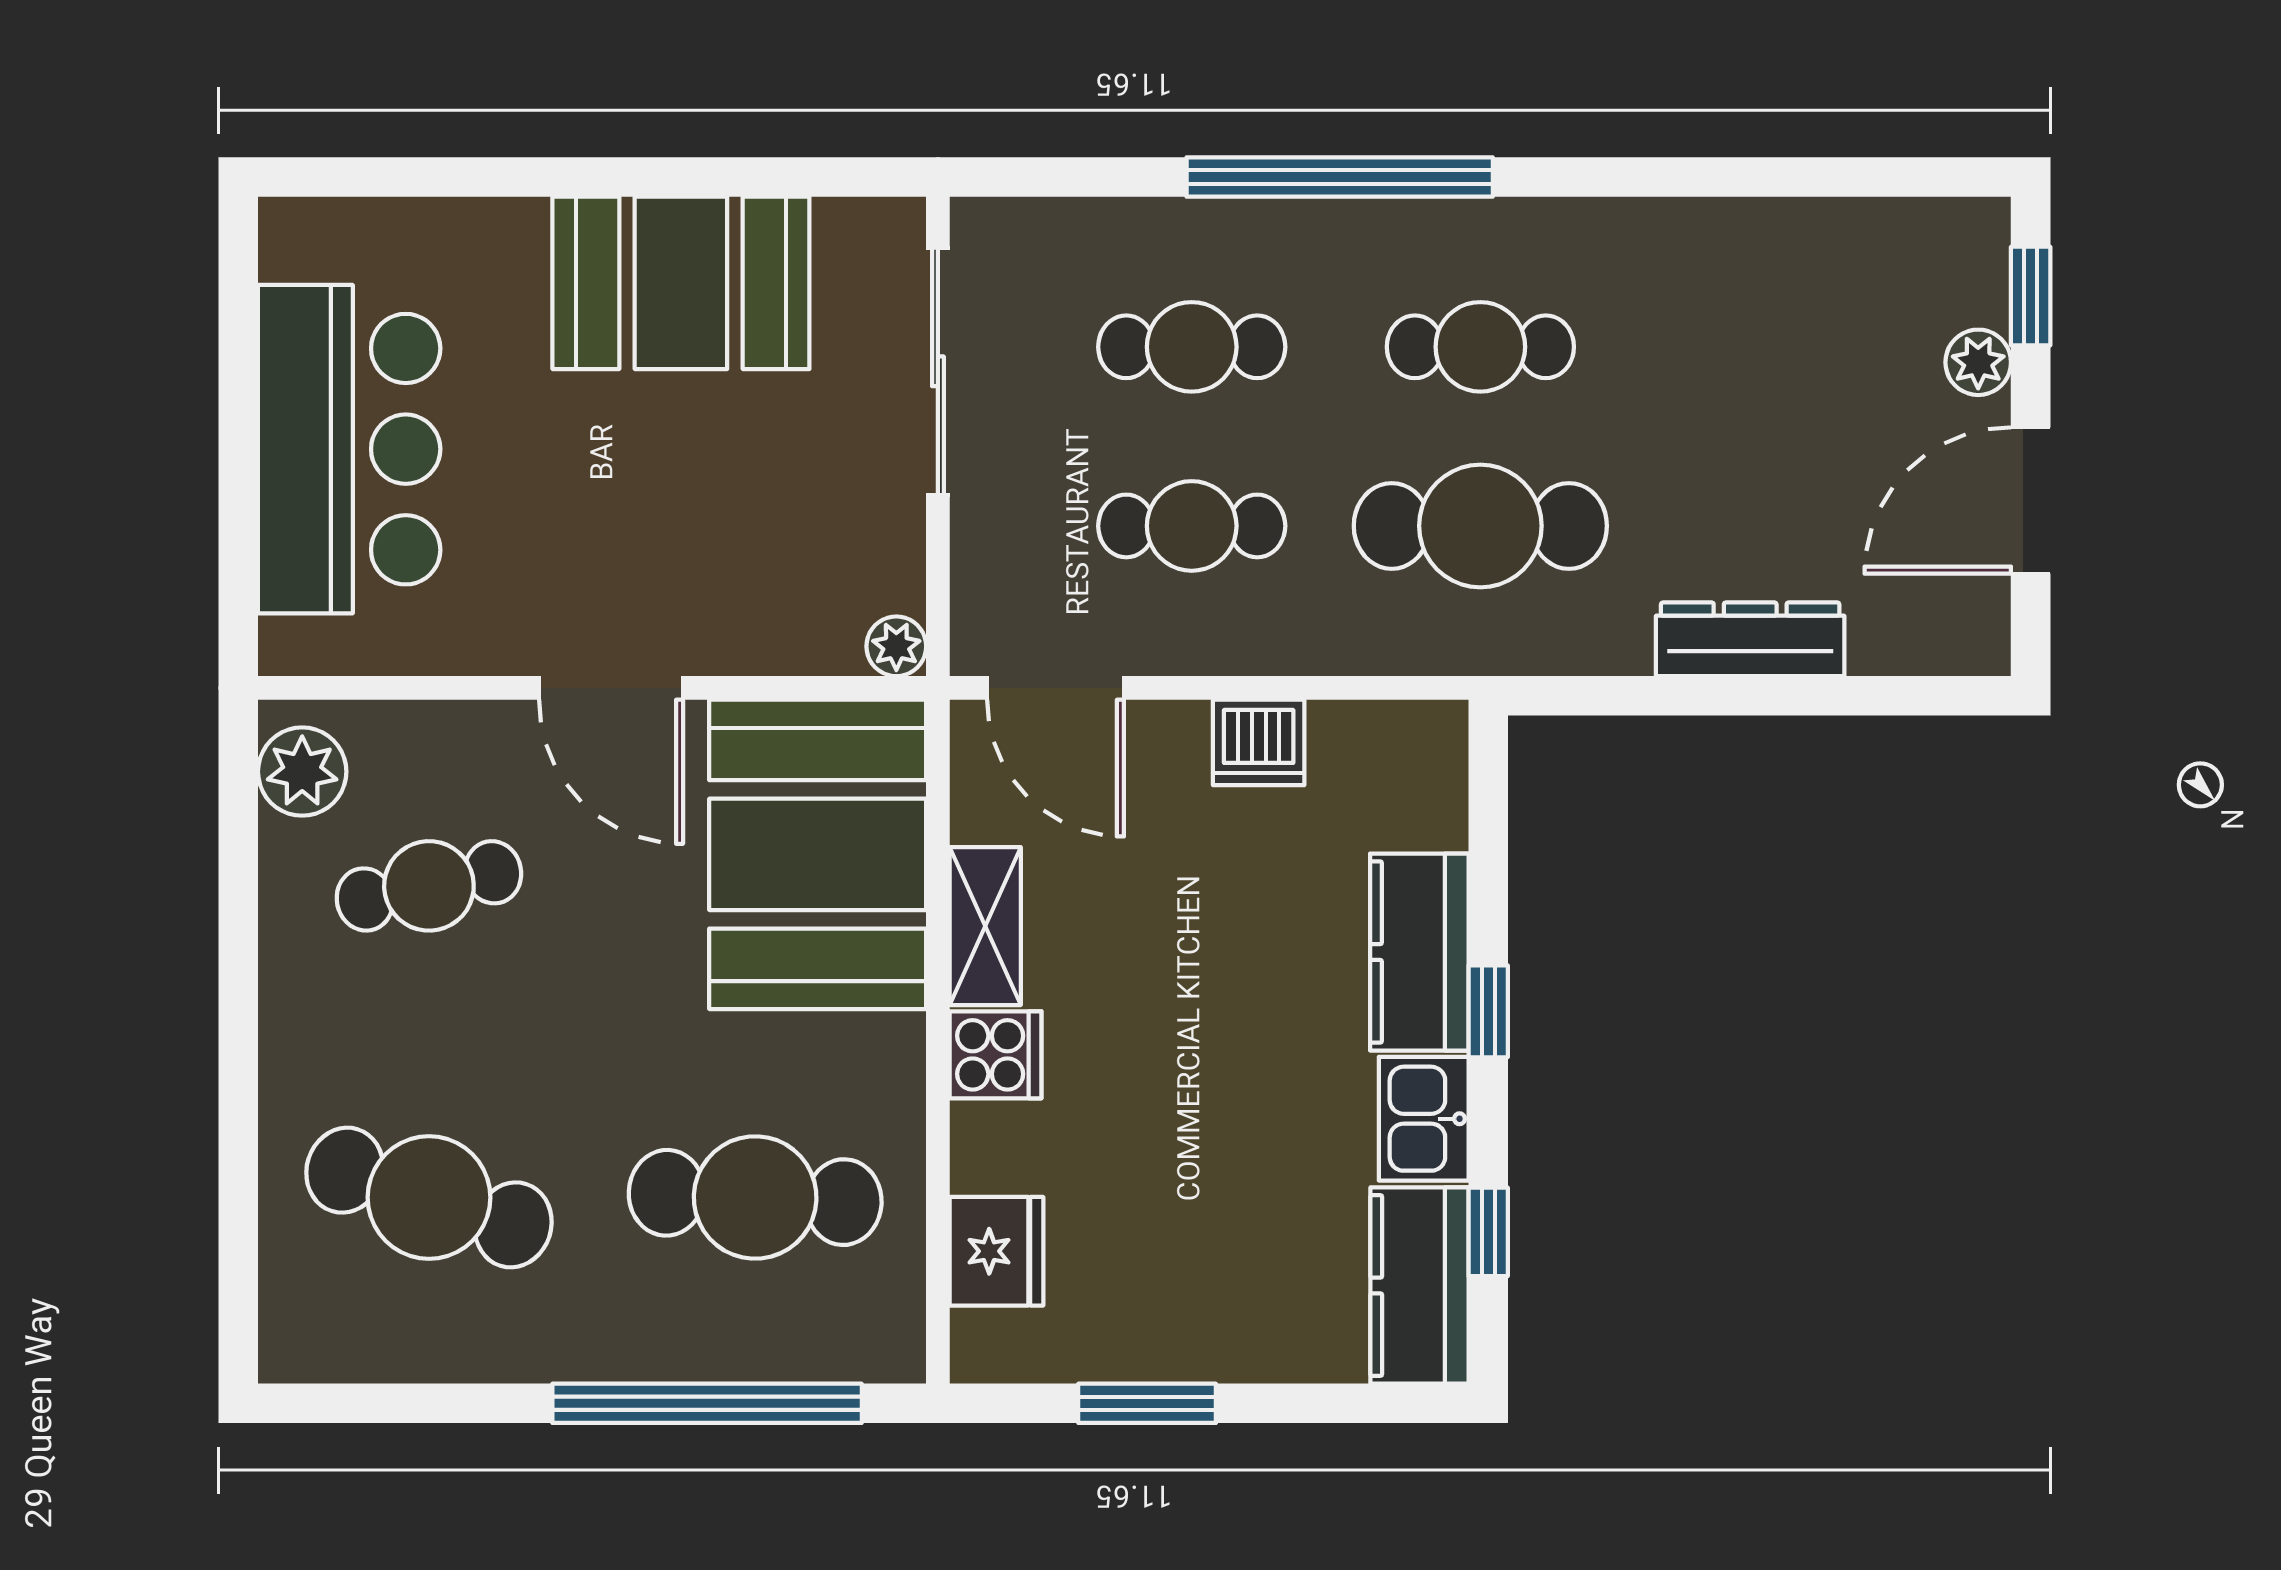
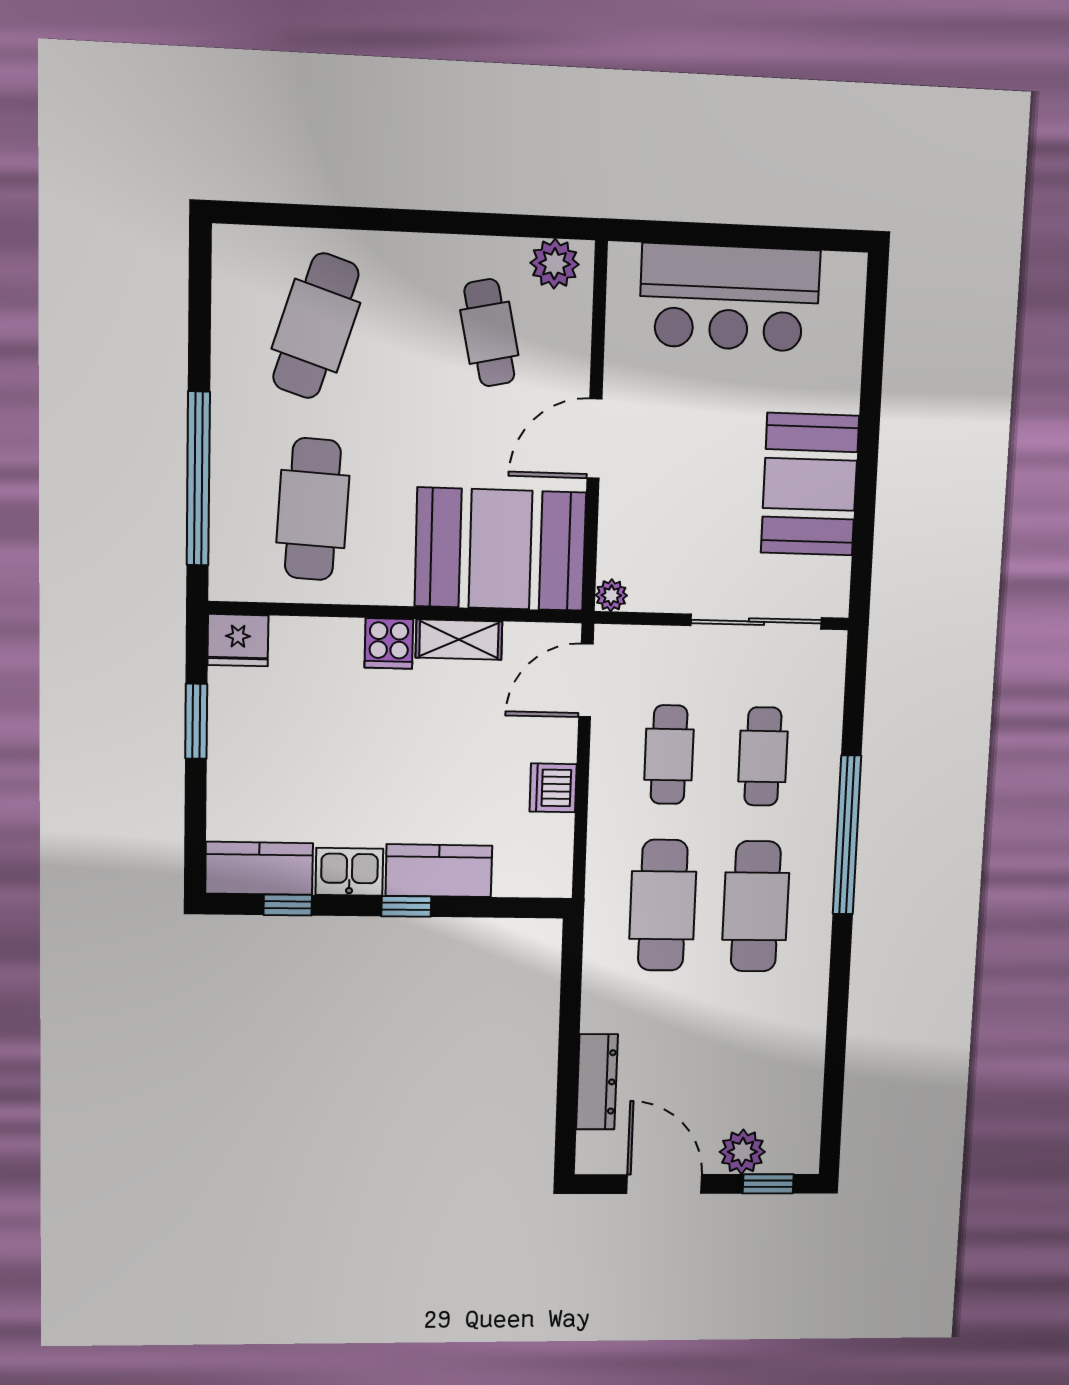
cafe table: (1480, 347) -> (756, 906), width x1.37, depth x1.35
plant: (1978, 362) -> (742, 1152), width x1.38, depth x1.38
dresser: (1750, 639) -> (597, 1082), moved
fridge: (996, 1251) -> (238, 640), moved

